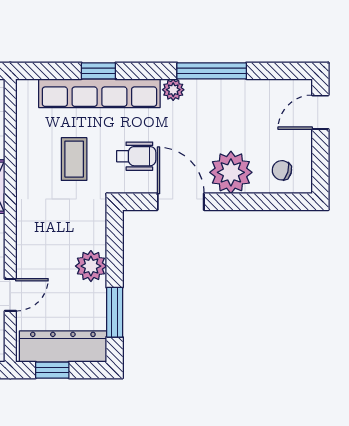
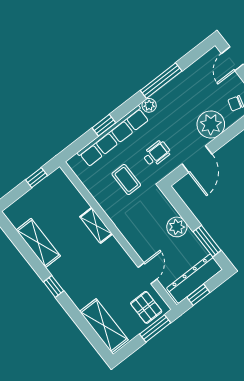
door: (181, 202) -> (197, 159), swing flipped

